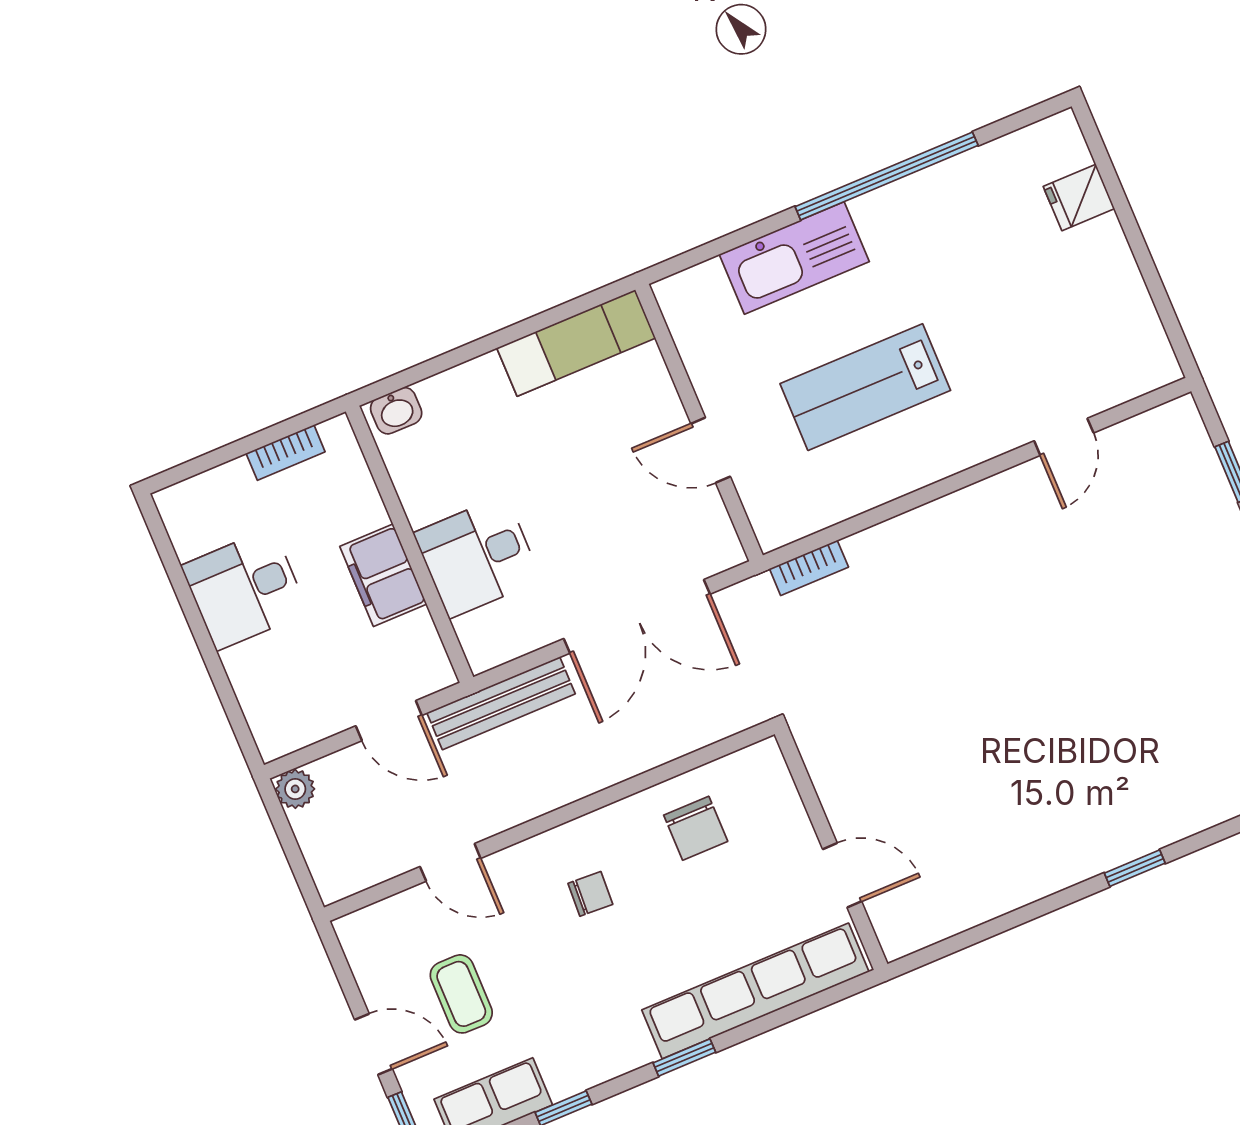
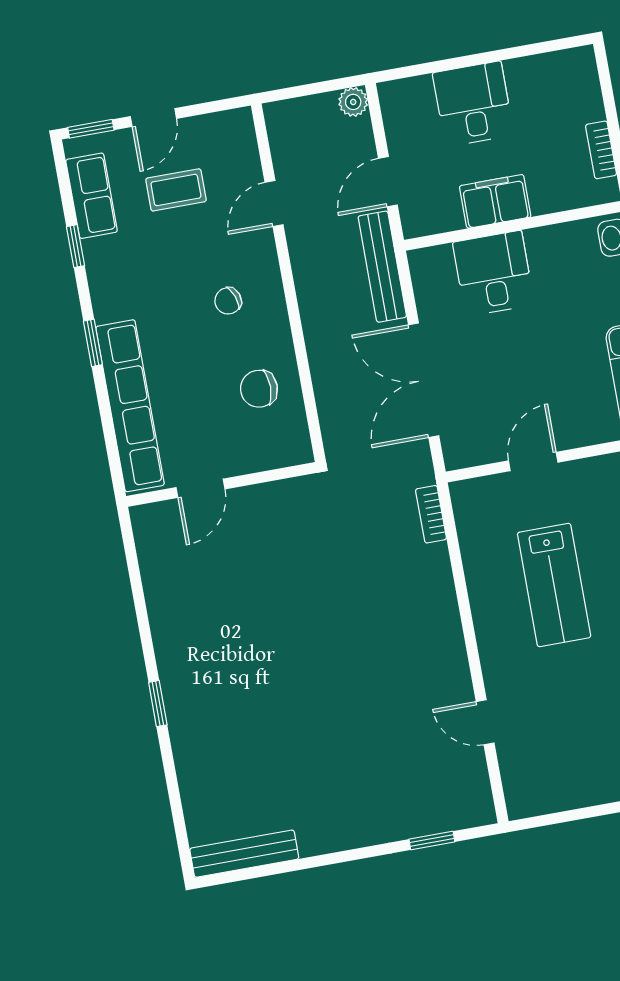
lab bench: (865, 387) -> (554, 585), turned 180
desk: (245, 589) -> (473, 104), moved
chair: (590, 894) -> (228, 301), turned 67

